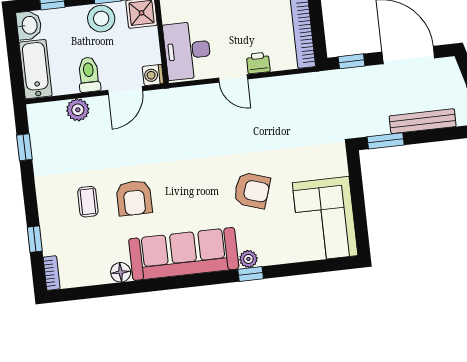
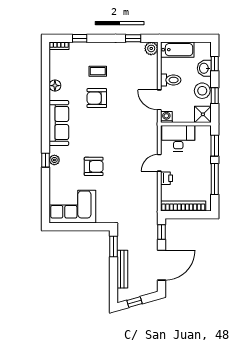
washbasin: (29, 25) -> (204, 68), moved, turned 90
plant: (78, 110) -> (151, 48), moved
armchair: (252, 190) -> (94, 166), turned -108
sofa: (184, 254) -> (59, 123), width x0.74, depth x0.79

